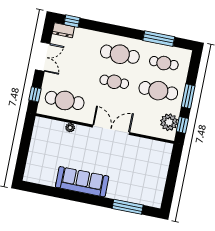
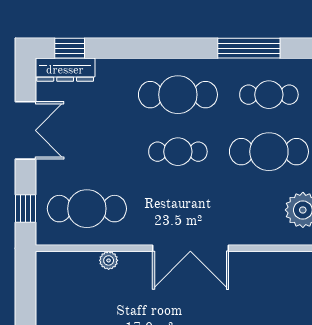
dresser: (63, 30) -> (65, 70), width x1.44
double door: (111, 130) -> (190, 248), swing flipped

